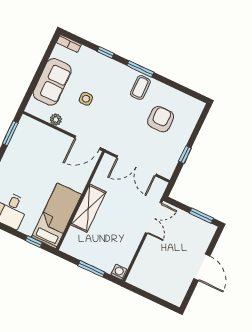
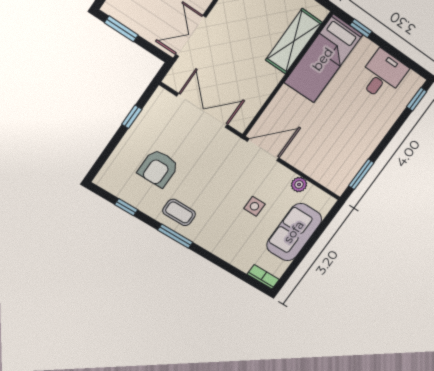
window: (106, 52) -> (126, 207), moved
coffee table: (140, 87) -> (179, 212), turned 90
shelving: (88, 208) -> (294, 41), moved

